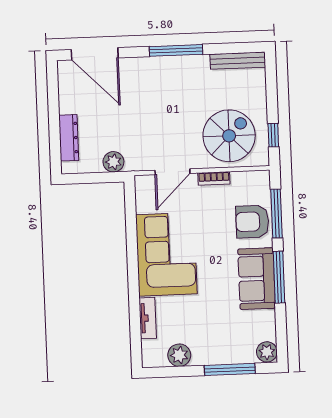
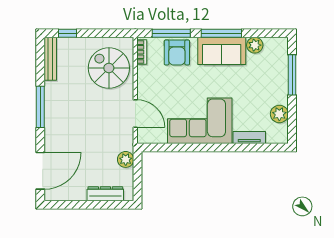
window: (273, 135) -> (67, 33), moved
bookcase: (214, 178) -> (142, 52), moved
plant: (267, 352) -> (255, 45), moved

